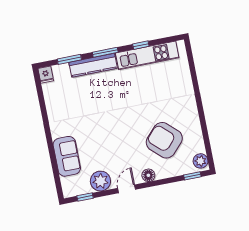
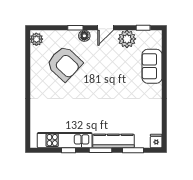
window: (192, 176) -> (75, 28), moved

